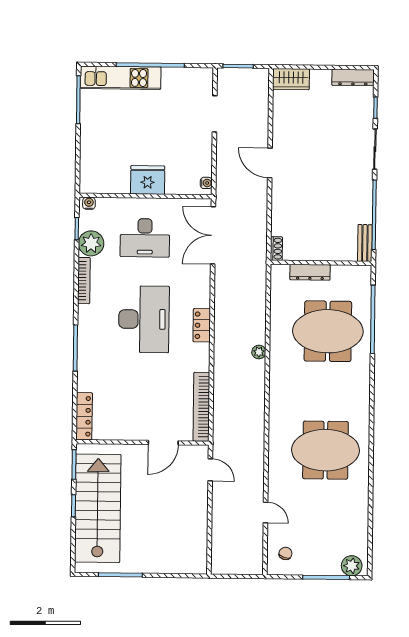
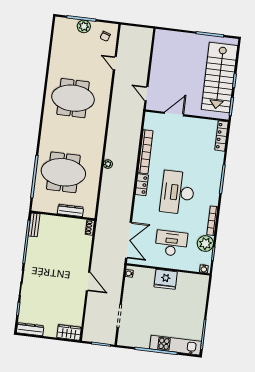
bookcase: (201, 407) -> (145, 152), moved
plant: (352, 566) -> (84, 26), moved

